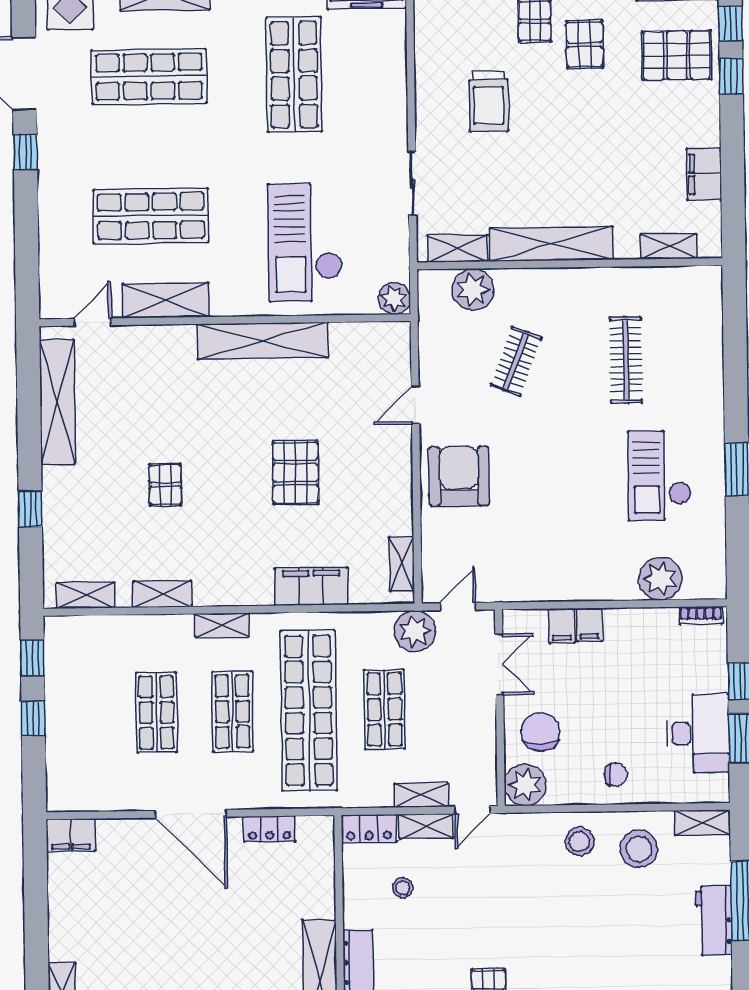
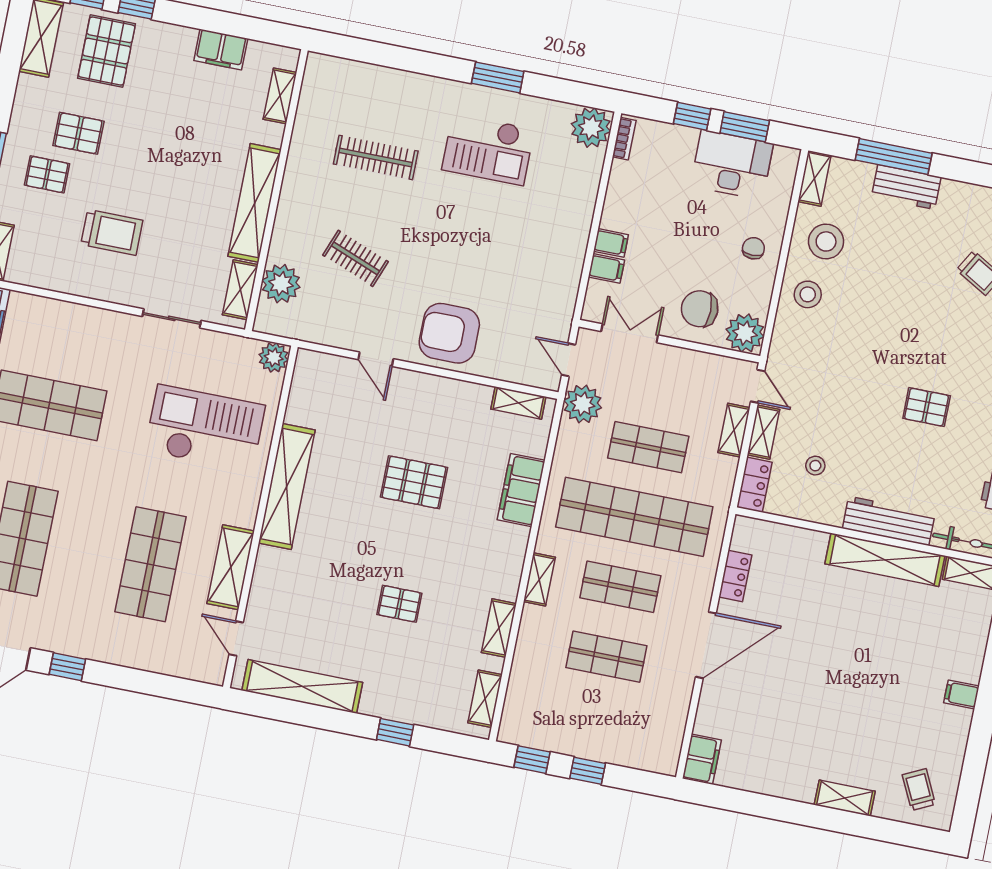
checkout: (305, 242) -> (205, 428), turned 180
plant: (660, 579) -> (591, 128), moved

